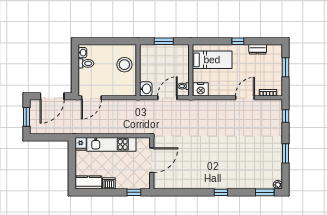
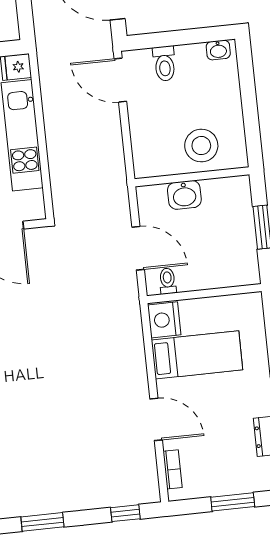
bed: (212, 60) -> (197, 355), moved, turned -90
toilet: (86, 63) -> (164, 64), moved
washbasin: (146, 89) -> (184, 195), moved

